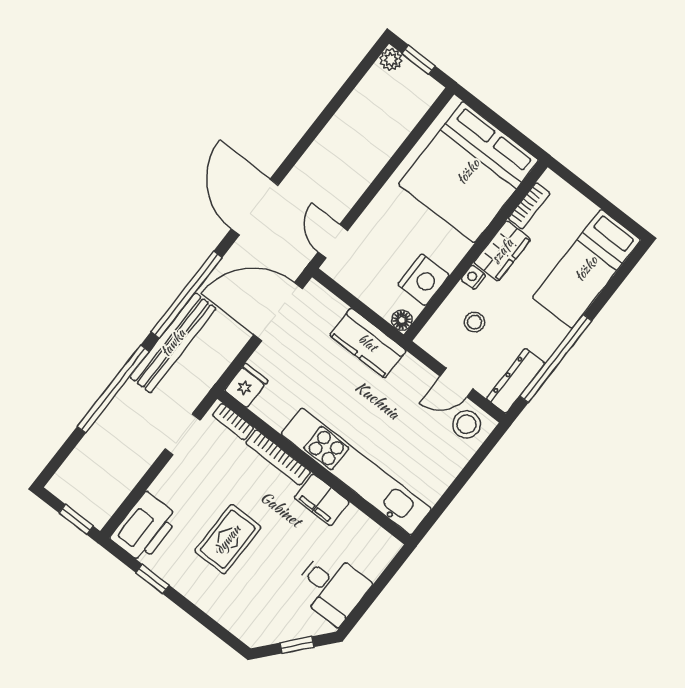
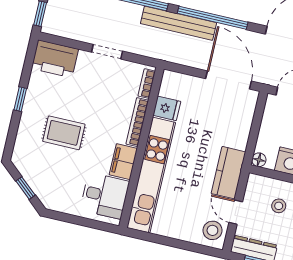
kitchen counter: (368, 343) -> (228, 173), moved
fridge: (246, 385) -> (167, 108), moved
doorway: (183, 434) -> (107, 52), moved
rug: (228, 539) -> (64, 133), moved
window: (153, 579) -> (20, 99), moved
desk: (332, 587) -> (105, 196), moved, turned -90

